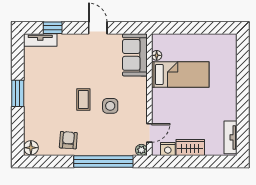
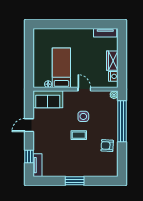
door: (149, 133) -> (84, 89), moved
floor lamp: (31, 148) -> (112, 172), removed

